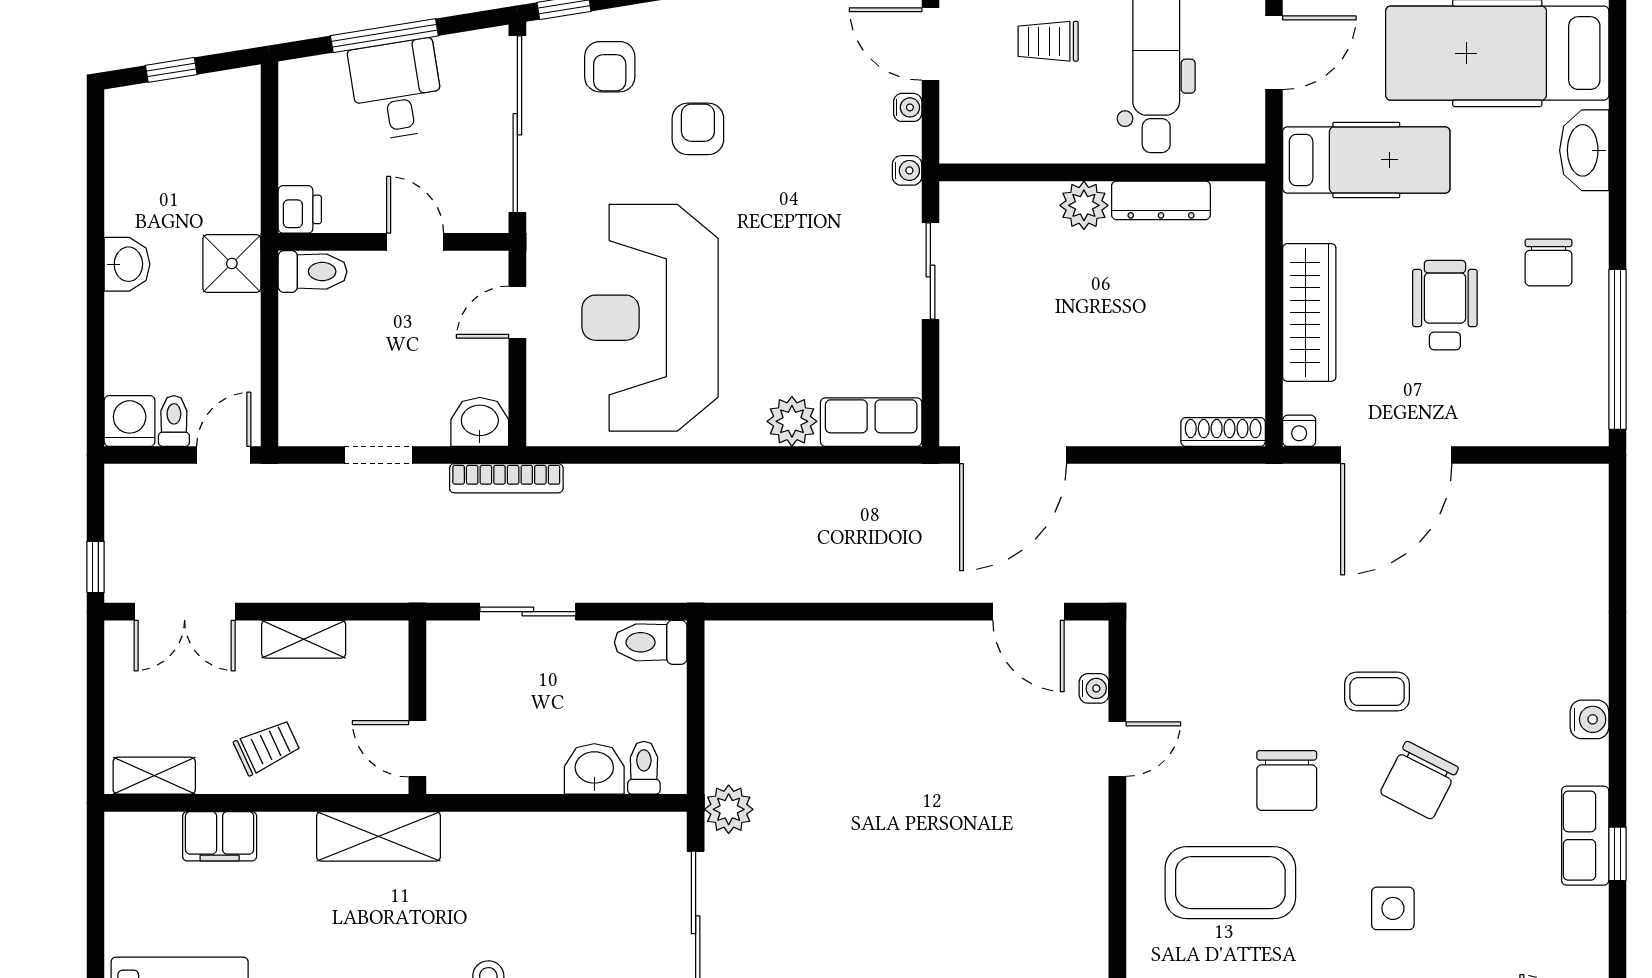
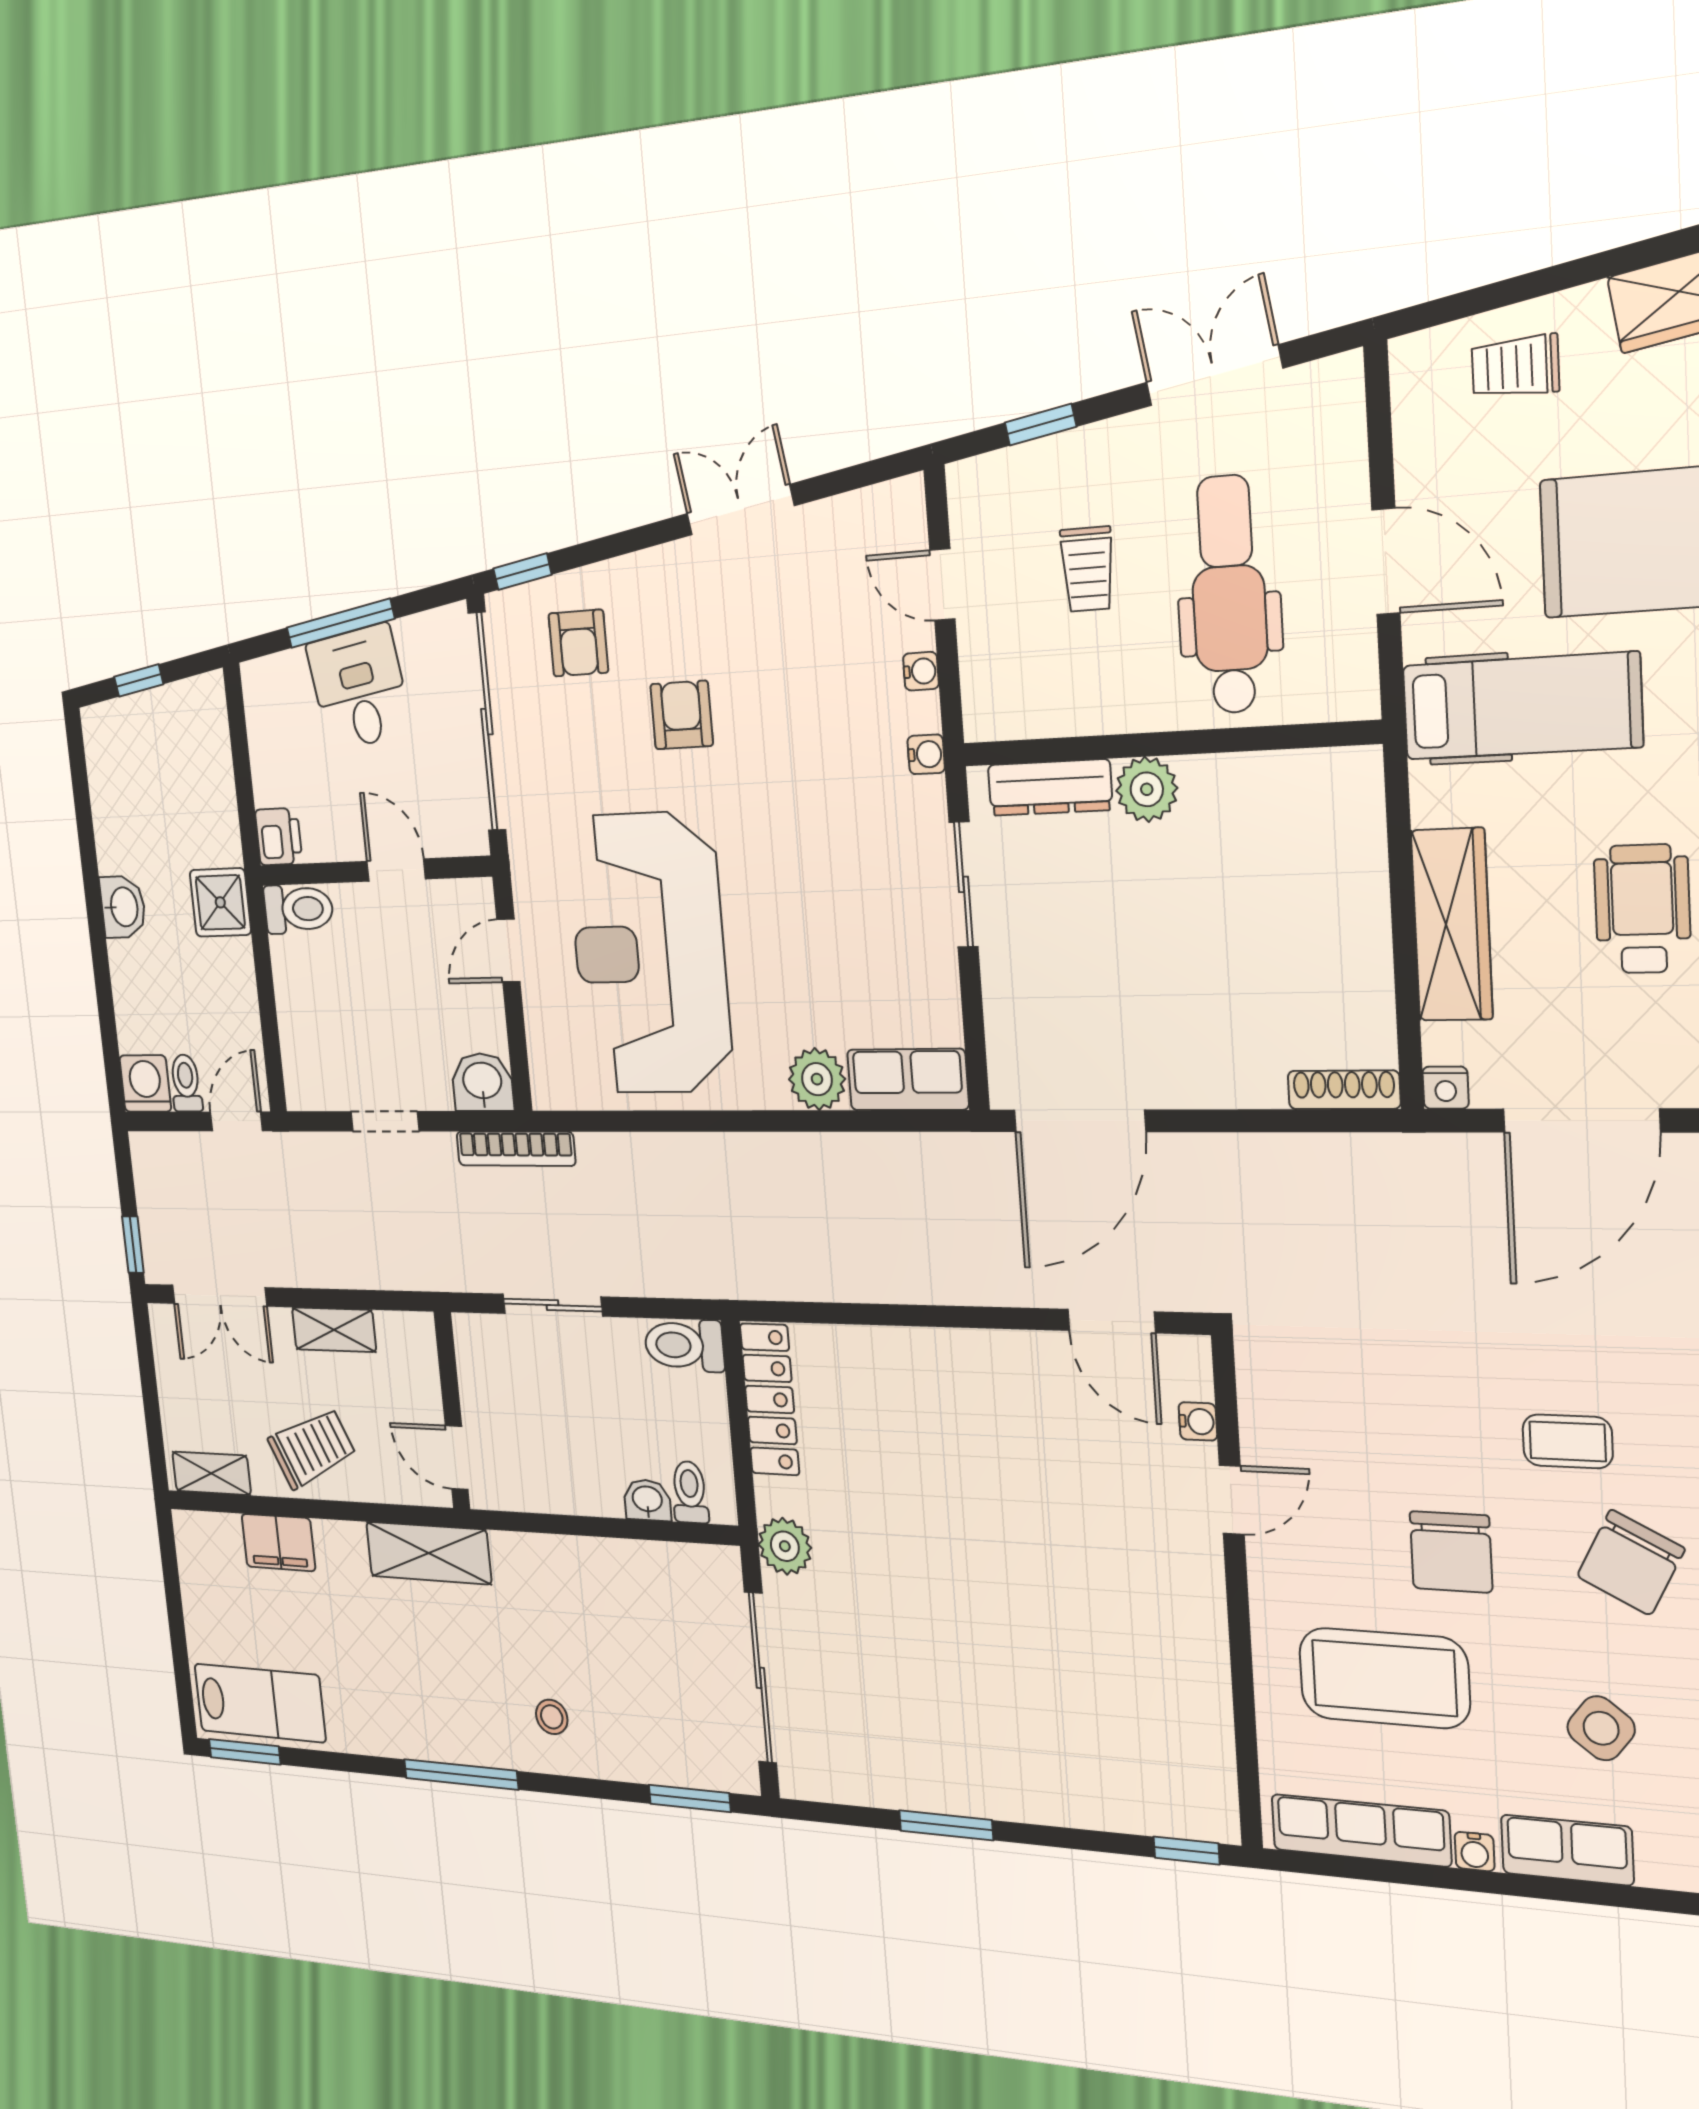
trolley: (1048, 41) -> (1088, 569), turned -90
door: (930, 44) -> (942, 585), width x0.73
door: (1274, 53) -> (1386, 561), hinge flipped
dresser: (1161, 200) -> (1050, 787), moved
locker: (726, 685) -> (770, 1399), added
trolley: (267, 747) -> (312, 1448), width x1.36, depth x1.39
washbasin: (594, 769) -> (647, 1500), width x0.72, depth x0.69
side table: (1393, 908) -> (1601, 1728), turned 38

